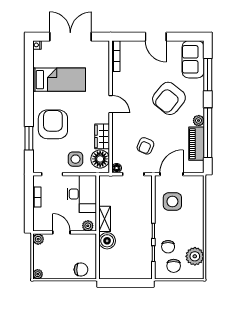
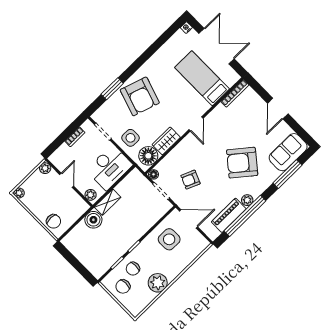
bed: (59, 80) -> (202, 78), moved, turned 180
armchair: (53, 124) -> (140, 96), turned 108
plant: (195, 256) -> (158, 283), moved

